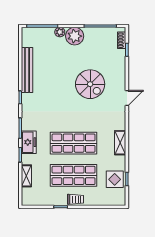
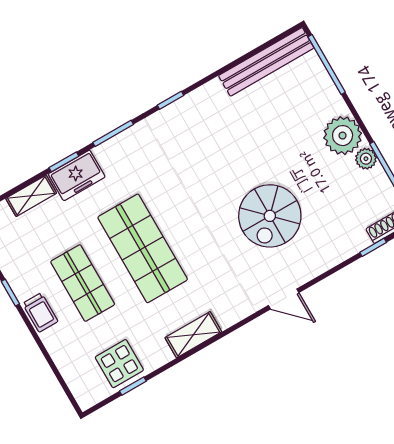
plant: (60, 32) -> (366, 159), moved
bench: (27, 70) -> (266, 62), moved
freezer: (29, 142) -> (77, 175), moved
shop shelf: (74, 175) -> (83, 283), width x0.70, depth x0.74

